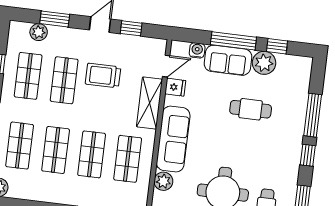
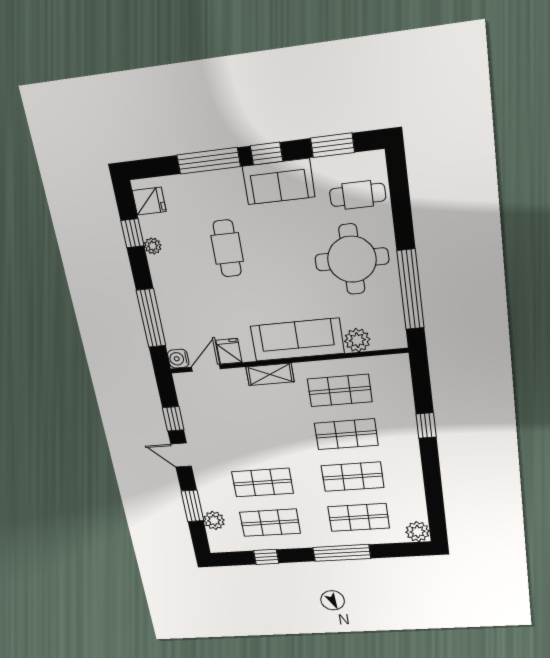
window: (233, 41) -> (151, 318), moved
water cooler: (197, 50) -> (178, 359), moved
sofa: (228, 60) -> (279, 182), moved, turned 90
plant: (264, 63) -> (153, 246), width x0.53, depth x0.53
door: (166, 66) -> (206, 368), hinge flipped
fridge: (296, 66) -> (149, 201), added
trolley: (103, 76) -> (242, 440), removed
shelving: (150, 103) -> (270, 374), width x0.67, depth x0.75

